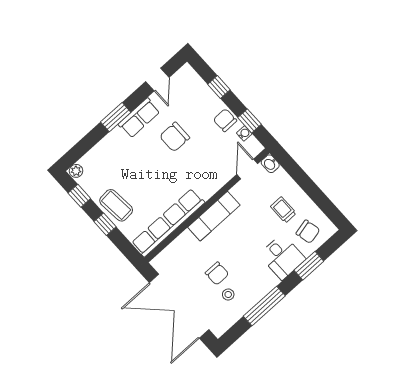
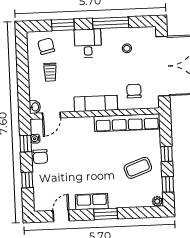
chair: (175, 137) -> (80, 172), removed
coffee table: (116, 205) -> (138, 168), moved, turned 75
desk: (282, 257) -> (88, 43), moved
chair: (217, 273) -> (134, 91), moved

